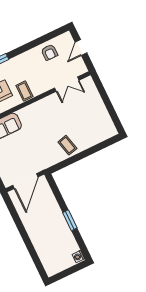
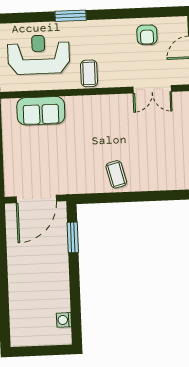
window: (70, 220) -> (73, 237), moved
washing machine: (78, 257) -> (64, 320), moved

